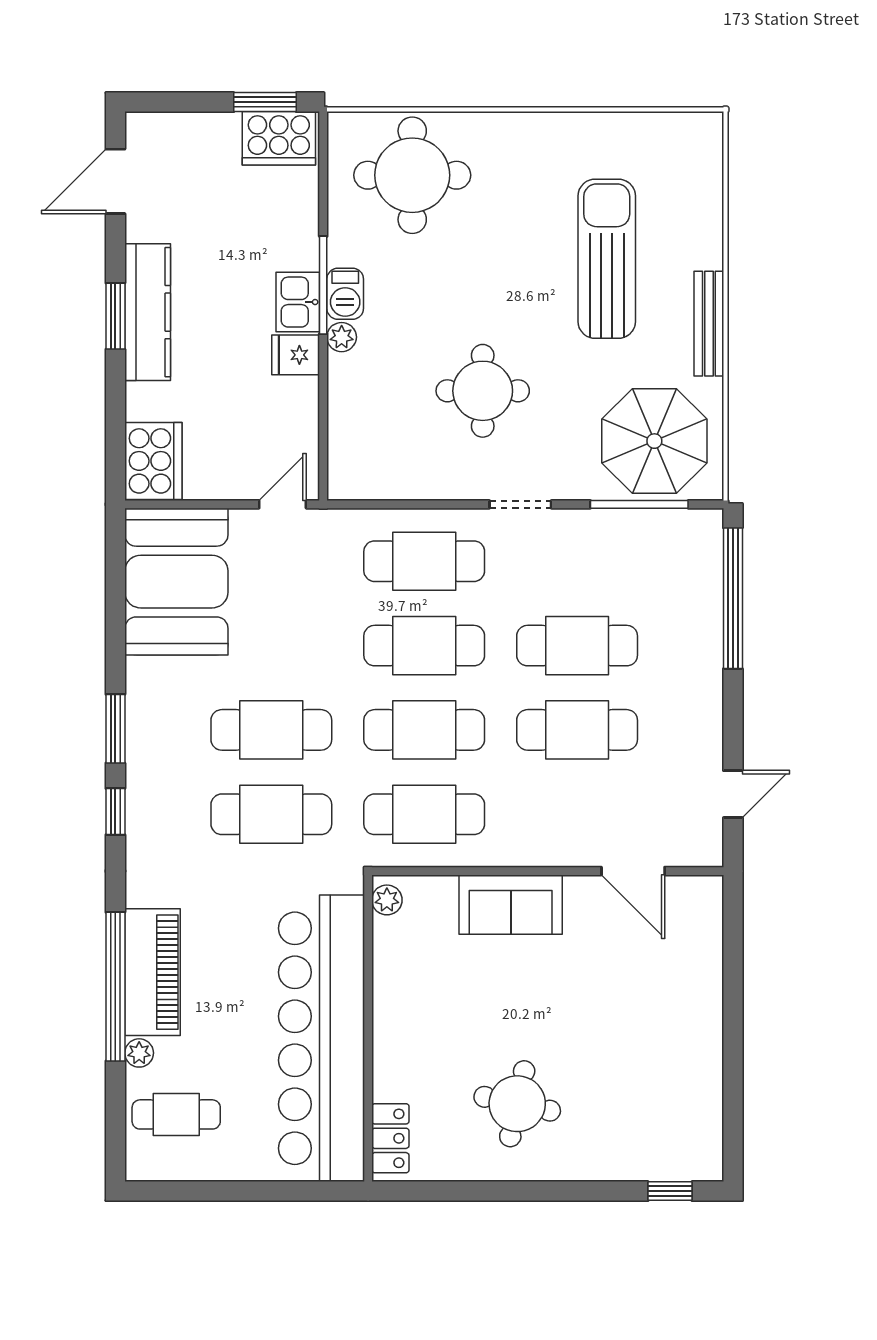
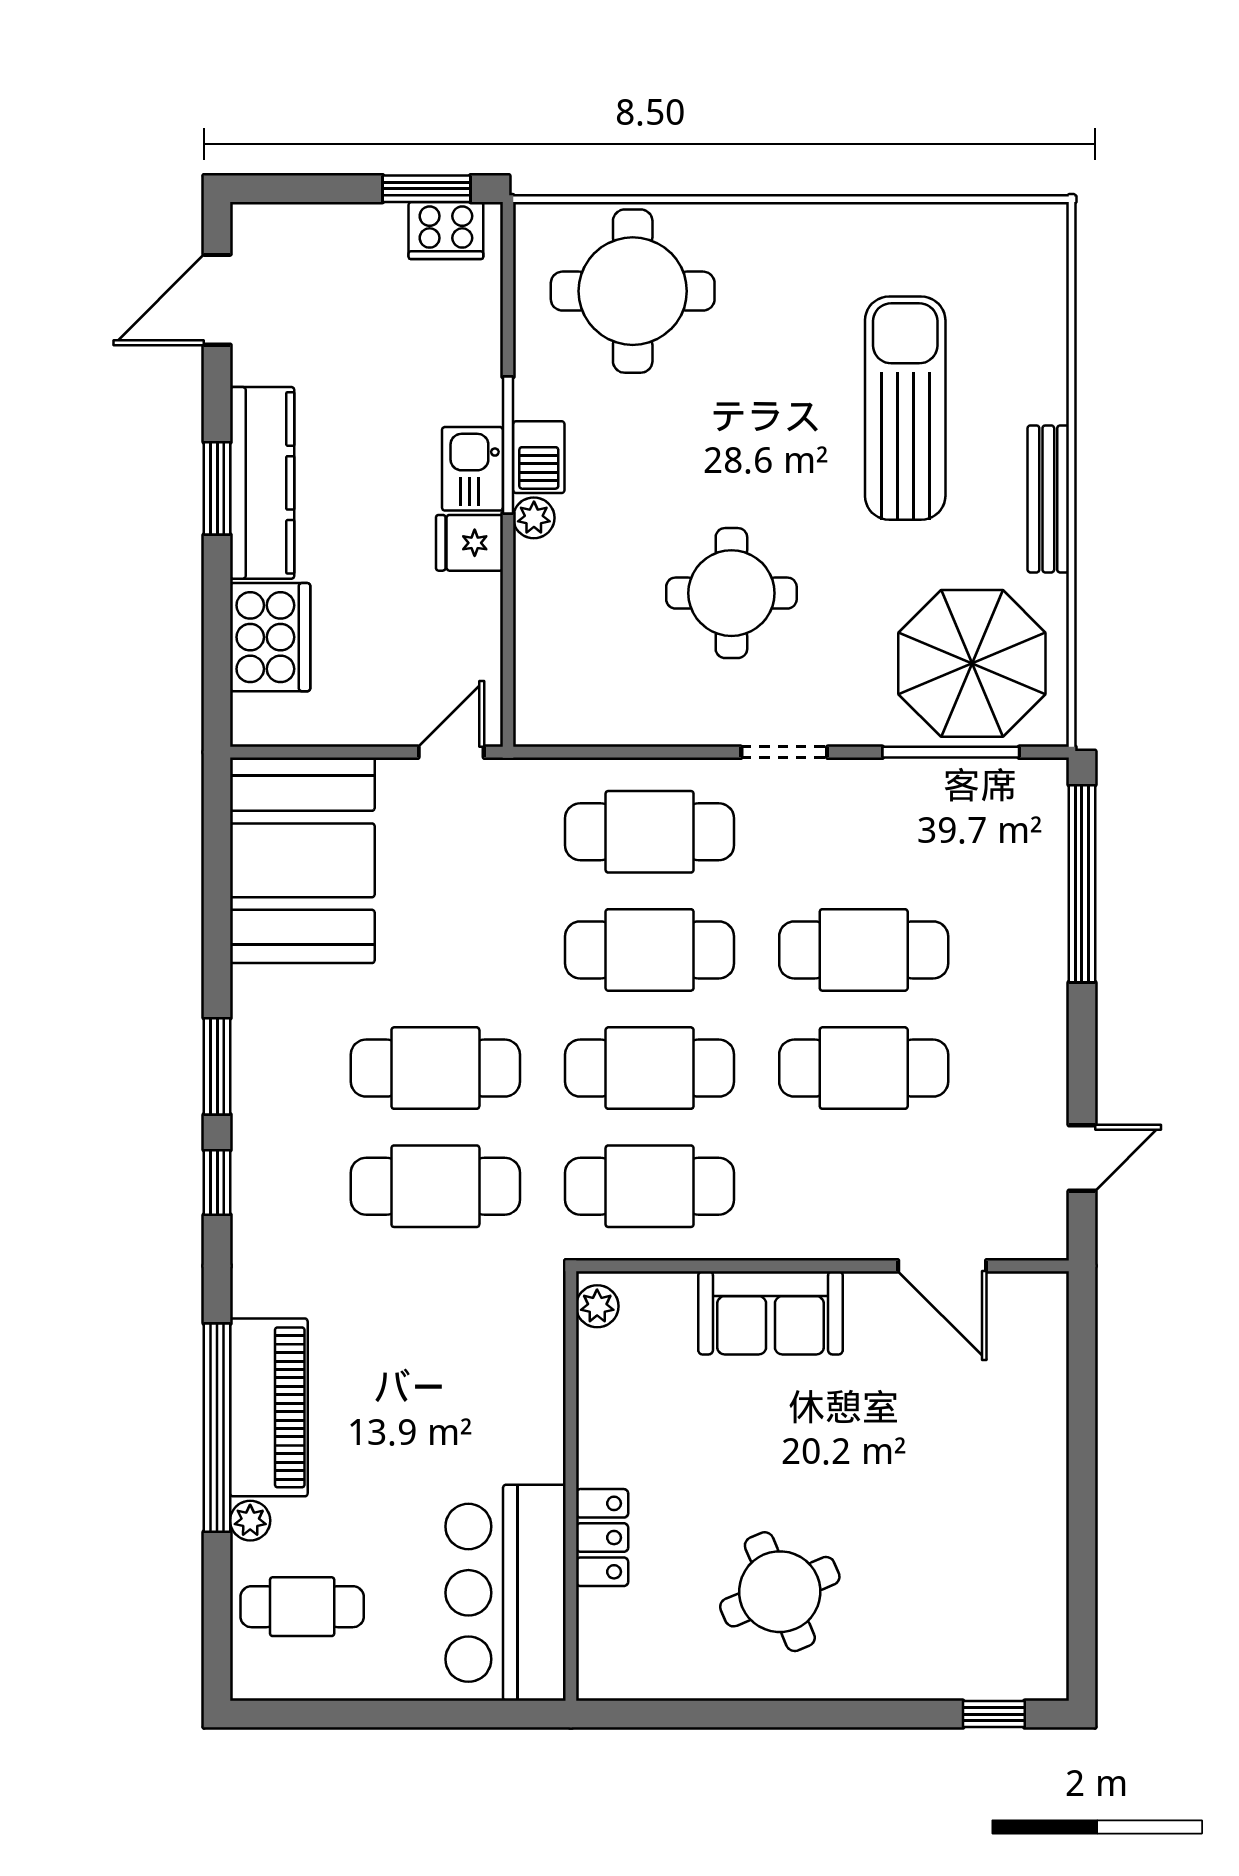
cooker: (279, 138) -> (446, 230), width x0.73, depth x0.76
cooker: (153, 461) -> (270, 637), moved
bar counter: (321, 1038) -> (506, 1593), width x0.54
round table: (517, 1104) -> (780, 1592), turned -35
locker: (390, 1138) -> (602, 1538), moved

